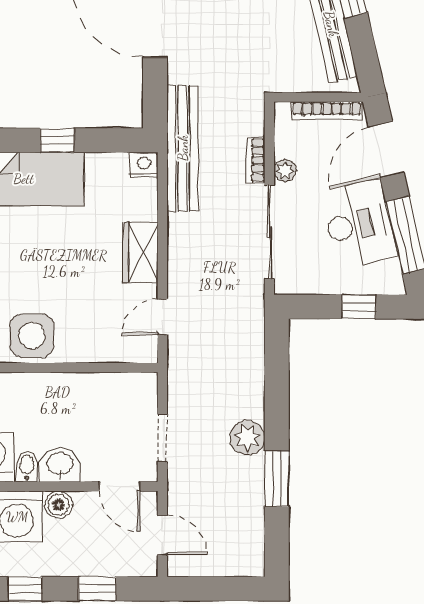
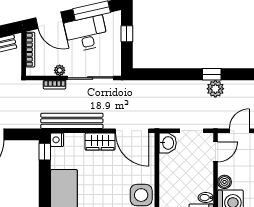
window: (57, 140) -> (45, 152), moved
bench: (183, 148) -> (72, 121), moved
door: (162, 317) -> (132, 131), width x1.87
plant: (247, 438) -> (215, 89), moved
washbasin: (60, 465) -> (168, 143), moved, turned 180
window: (277, 479) -> (212, 74), width x0.67

